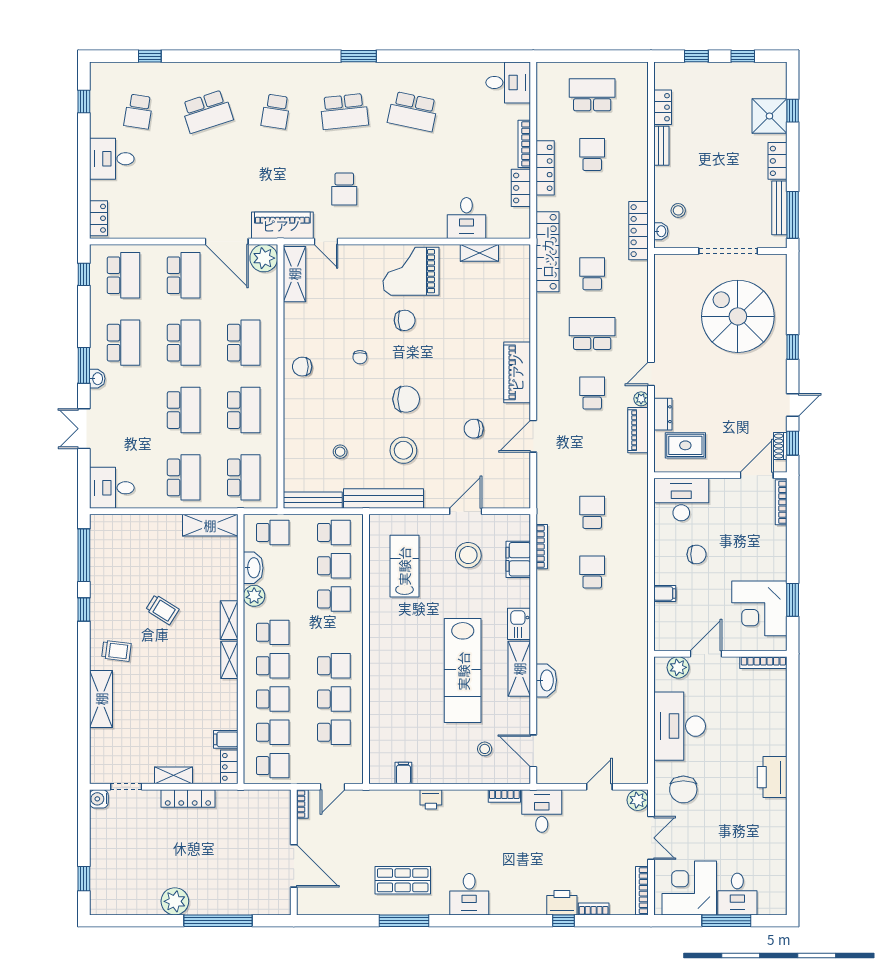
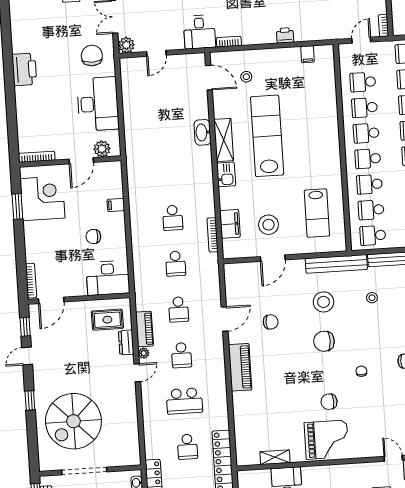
spiral stairs: (738, 316) -> (73, 421), turned 90
shoe rack: (780, 446) -> (34, 324), removed
school desk: (592, 453) -> (179, 309), added
school desk: (334, 632) -> (368, 159), added

